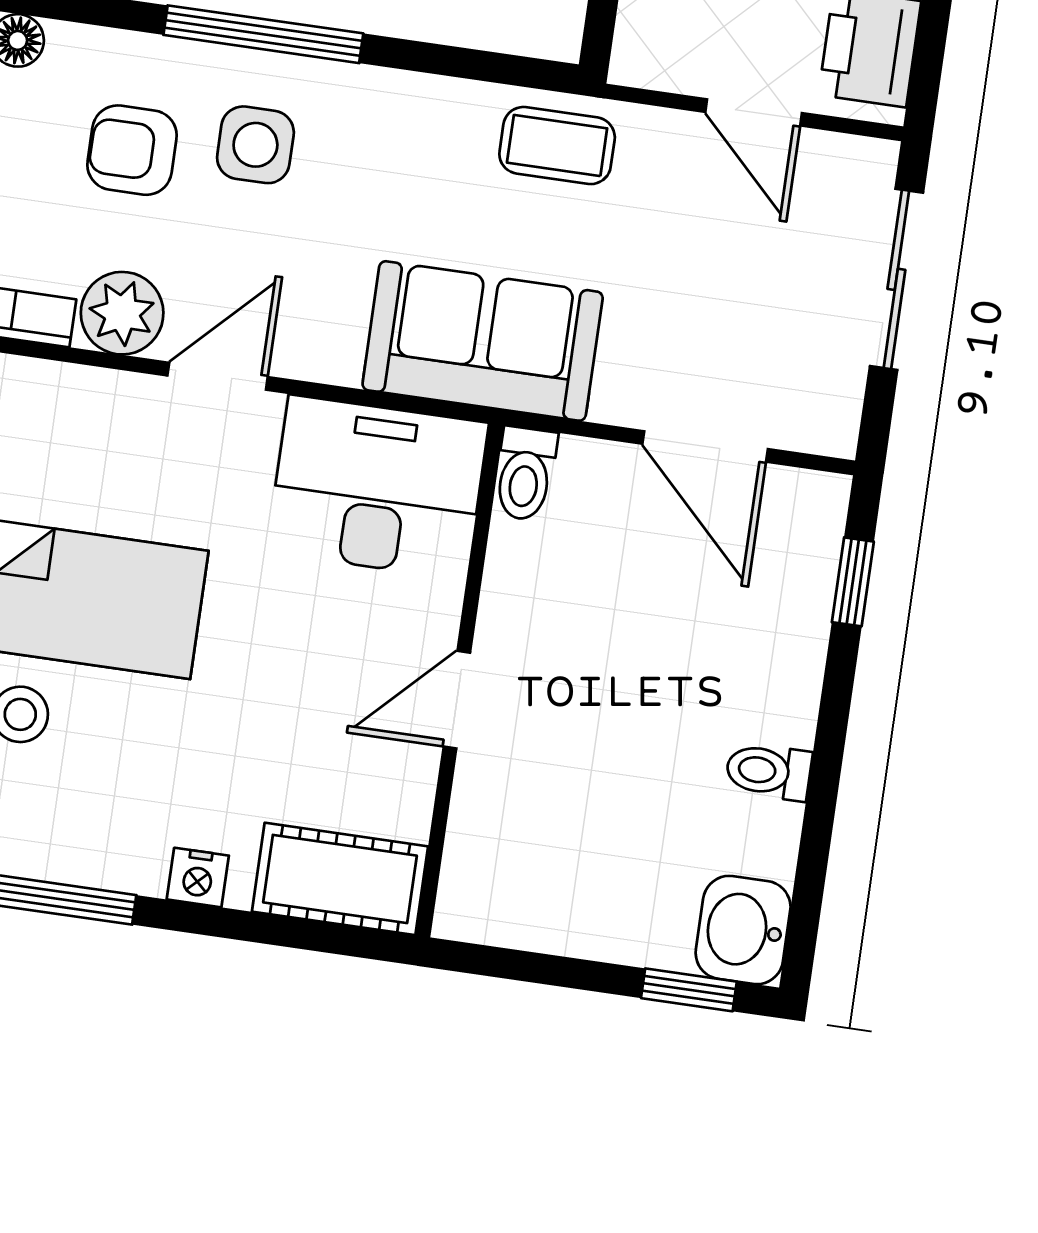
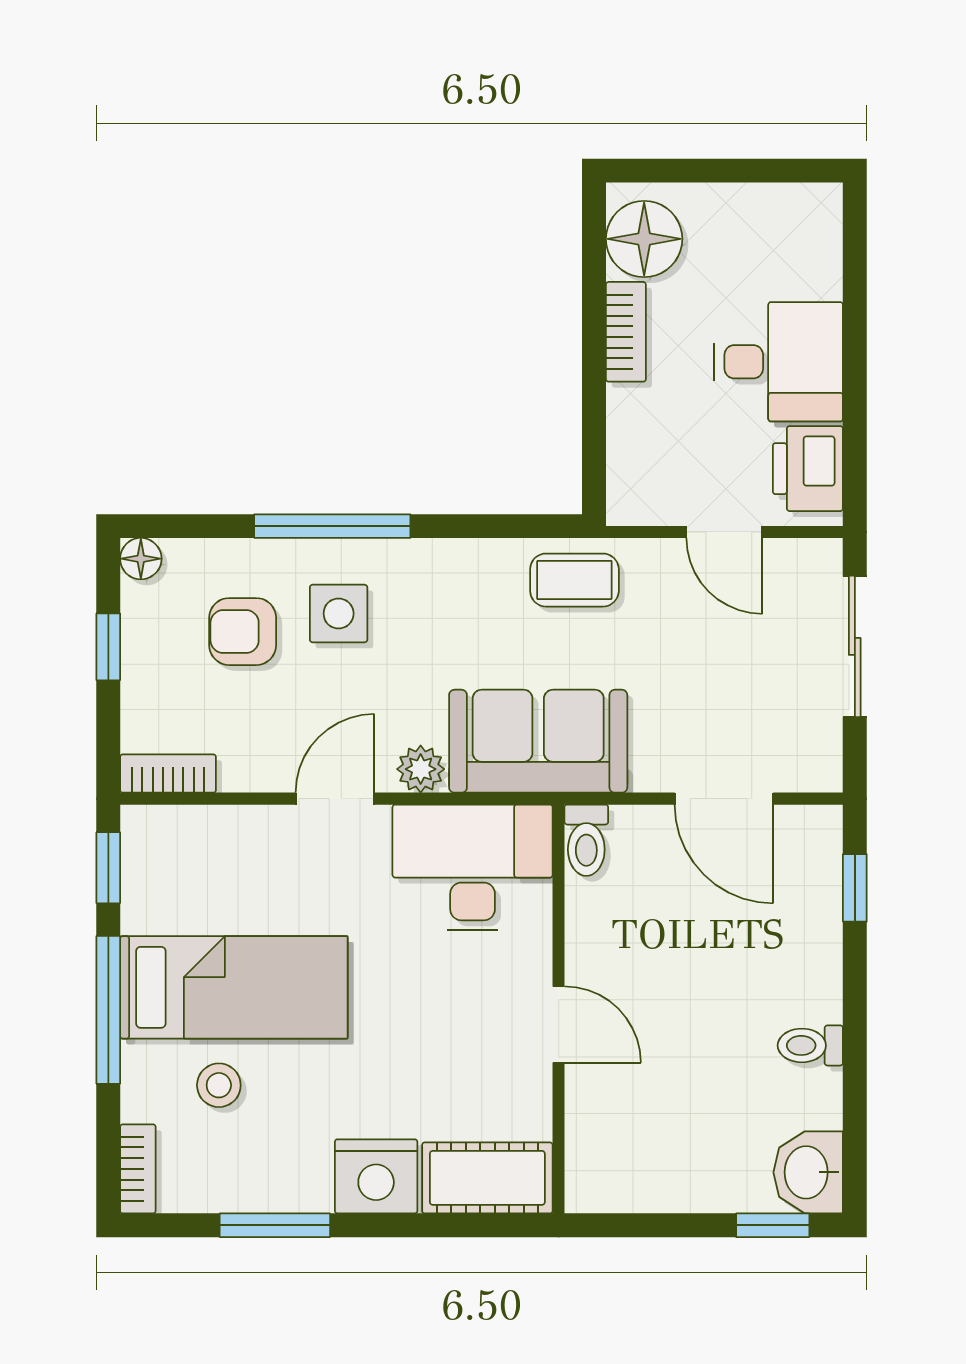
plant: (122, 313) -> (421, 769), moved, width x0.73, depth x0.73
door: (457, 700) -> (559, 1025), swing flipped
nightstand: (198, 877) -> (376, 1176), width x1.89, depth x1.79

